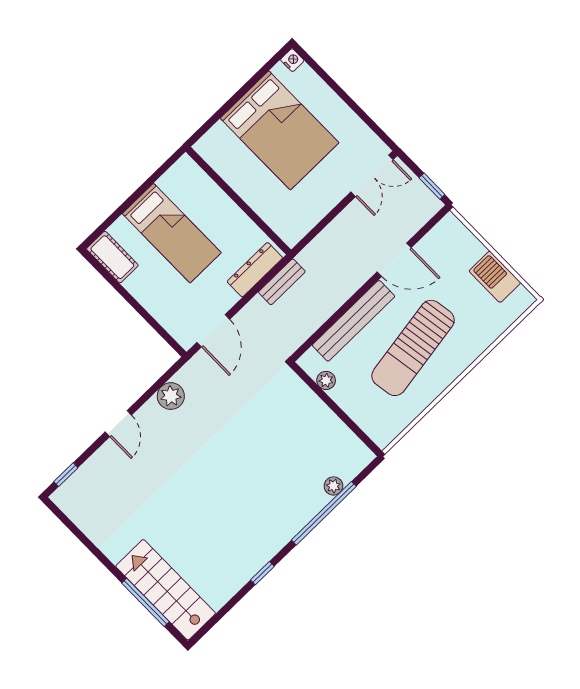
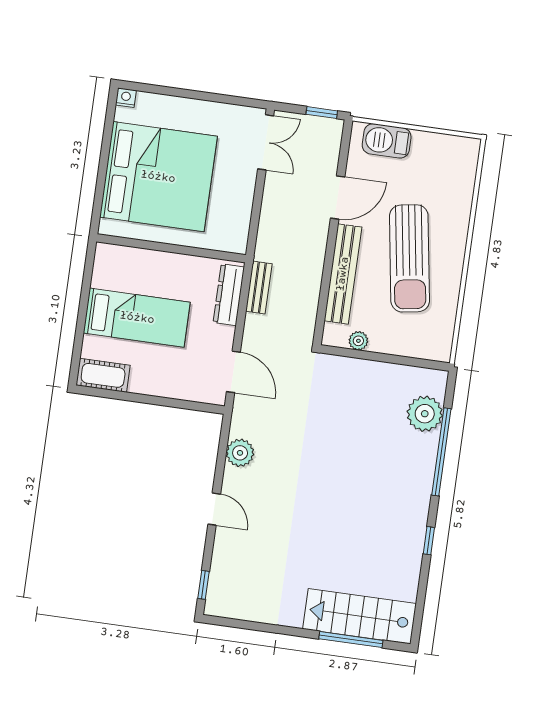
bed: (280, 130) -> (158, 177), width x1.36
barbecue: (495, 277) -> (387, 141), moved
plant: (333, 486) -> (425, 414), width x1.87, depth x1.87

